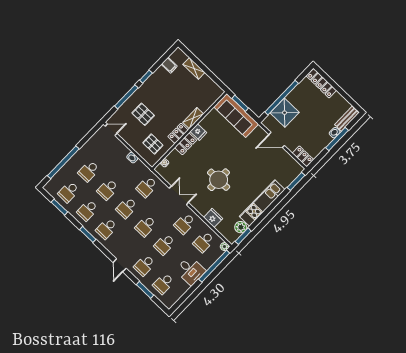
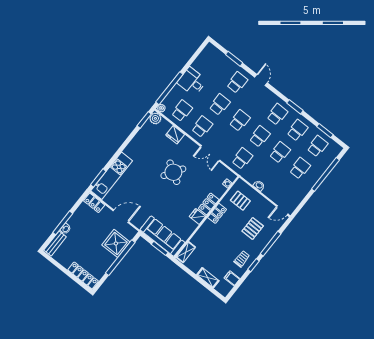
trolley: (157, 84) -> (242, 259), added
pallet: (143, 114) -> (253, 228), turned 90
shelving: (193, 118) -> (186, 252), moved
round table: (219, 180) -> (173, 172), turned 32
kitchen unit: (262, 203) -> (112, 176), moved
plant: (241, 227) -> (155, 118), moved
school desk: (163, 284) -> (217, 67), removed

